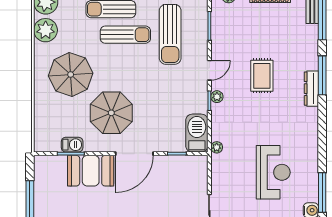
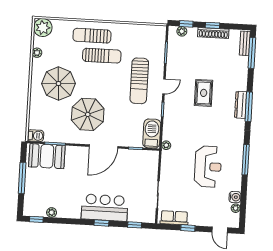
plant: (46, 30) -> (37, 53), width x0.53, depth x0.53
sun lounger: (170, 34) -> (139, 81), moved
window: (322, 75) -> (249, 107), moved
plant: (217, 97) -> (169, 107), removed
barbecue: (72, 145) -> (35, 136), moved
booth: (91, 171) -> (47, 156), moved
window: (322, 193) -> (246, 160), moved

